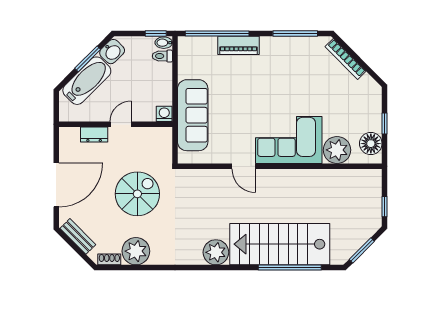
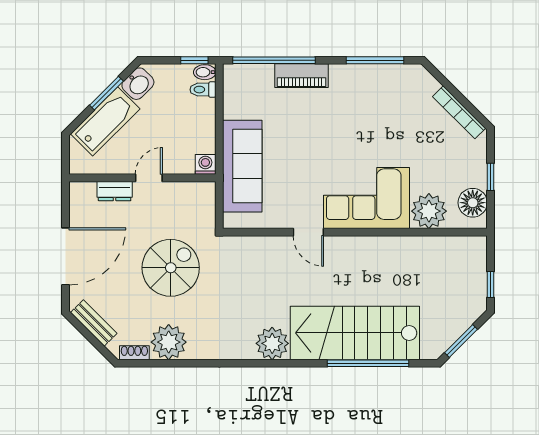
bookcase: (346, 59) -> (459, 112), moved

